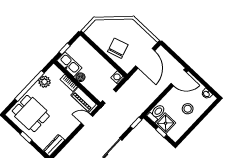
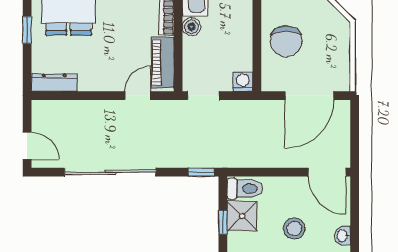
chair: (118, 48) -> (286, 41), turned 107
door: (87, 120) -> (138, 96), hinge flipped

